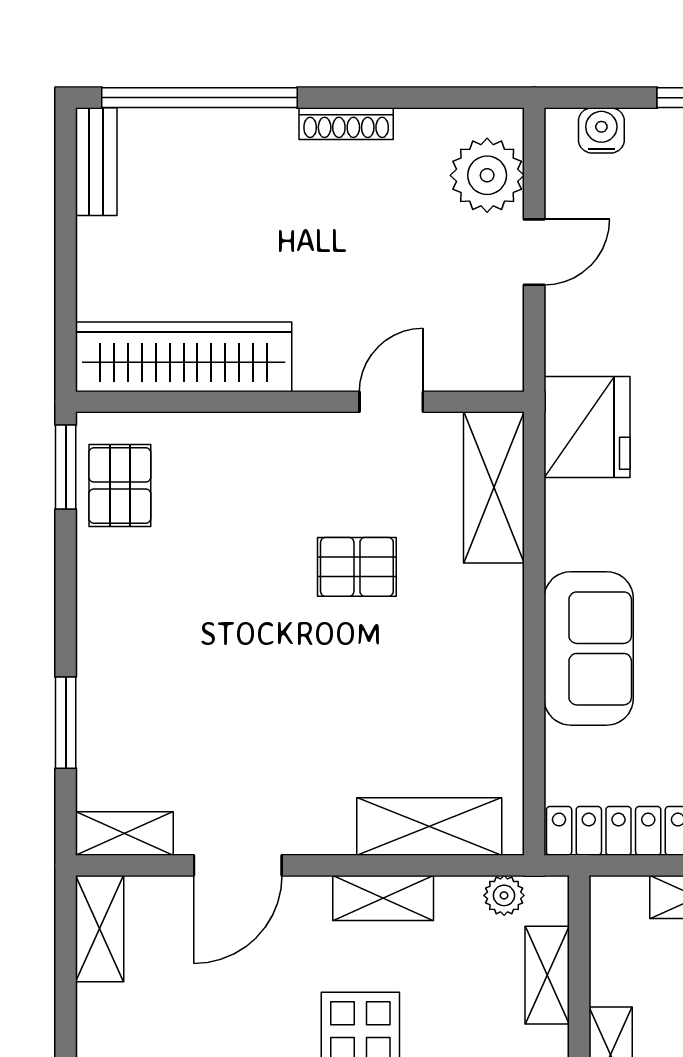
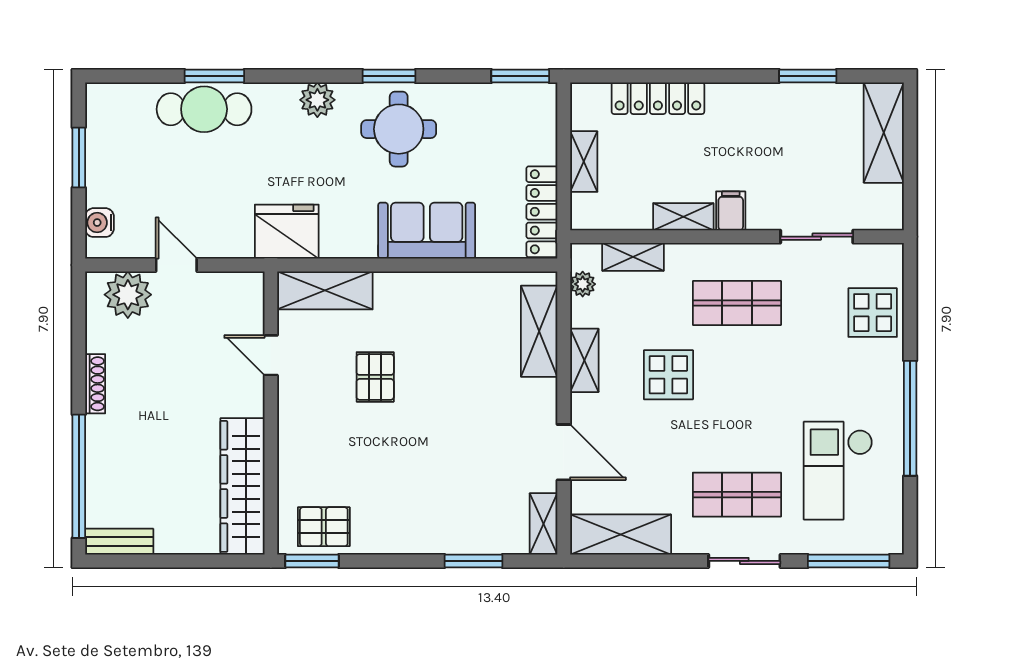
shelving: (100, 929) -> (621, 534), width x1.50, depth x1.33

